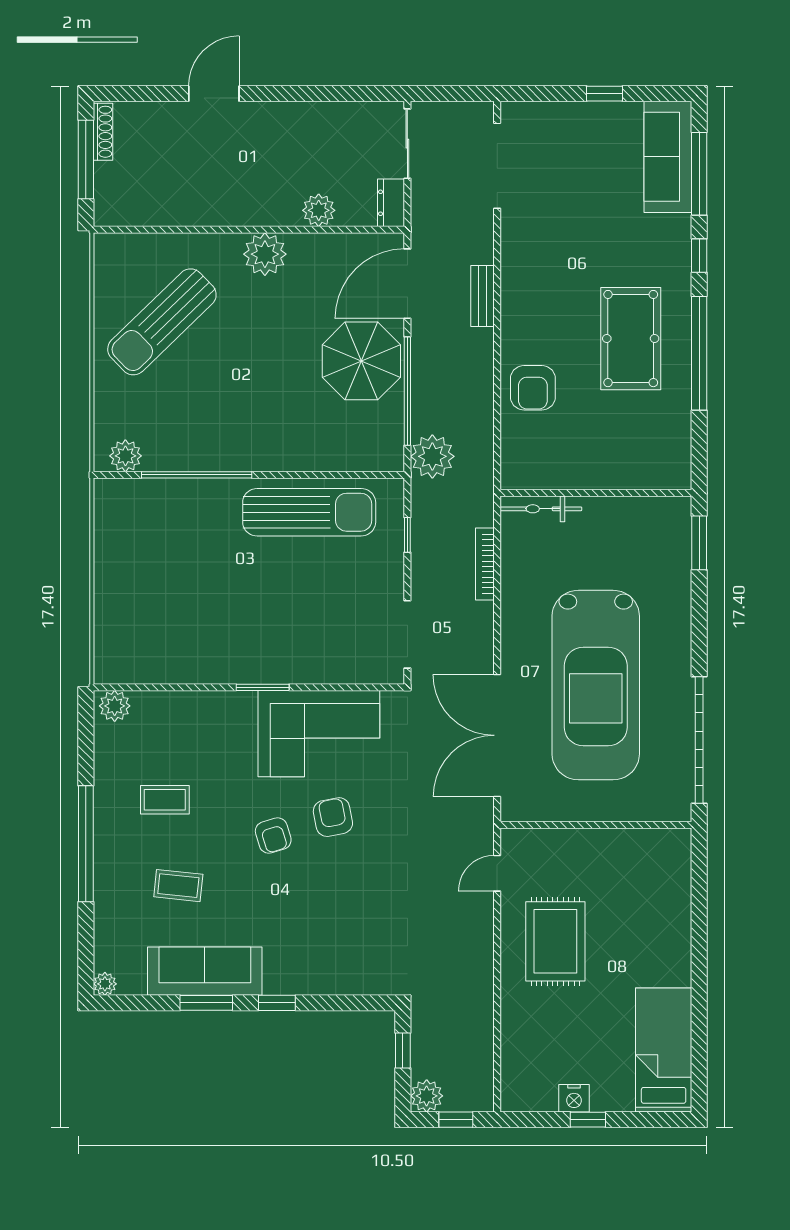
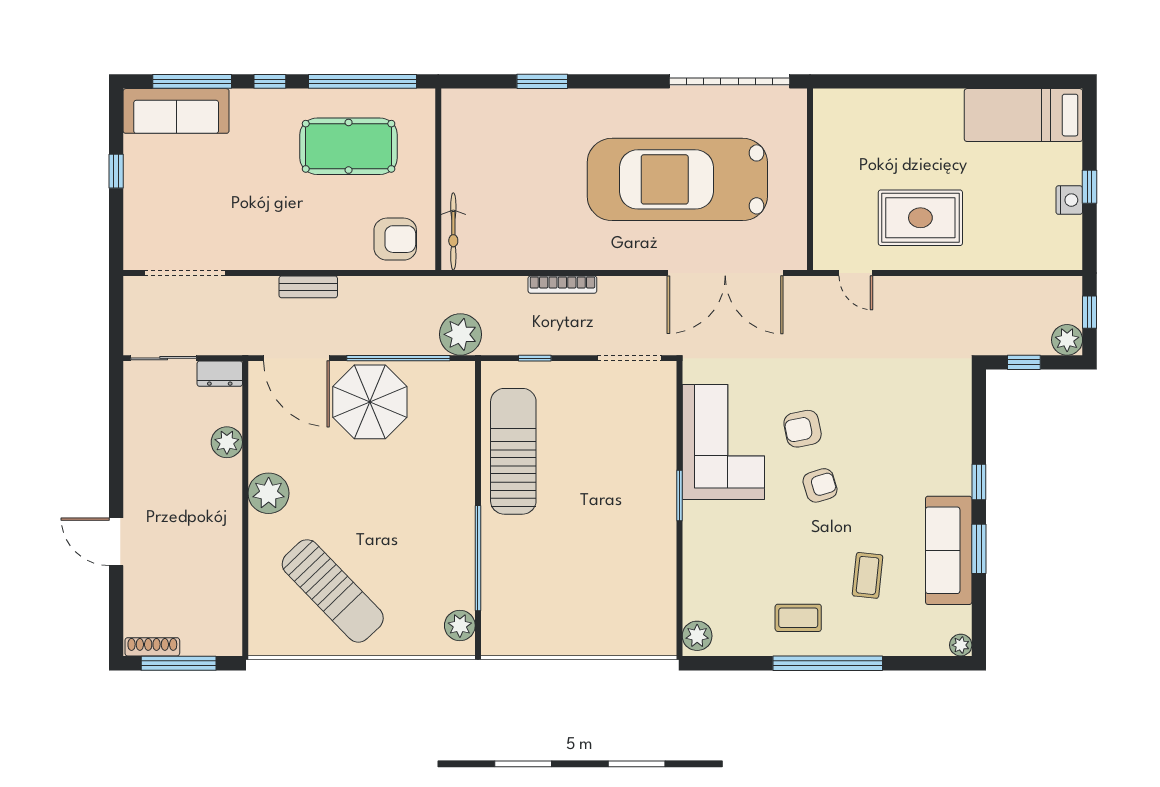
wall: (596, 493) -> (438, 179), moved
bicycle: (541, 509) -> (453, 231), moved
car: (596, 685) -> (677, 179), turned 180
coffee table: (165, 800) -> (798, 618), moved, turned 90

